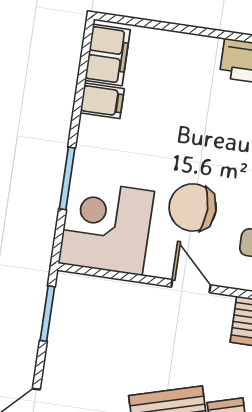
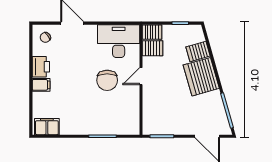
filing cabinet: (102, 101) -> (41, 85), moved, turned 90
corner desk: (106, 227) -> (121, 116), removed

